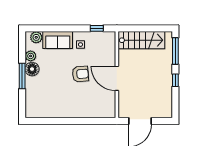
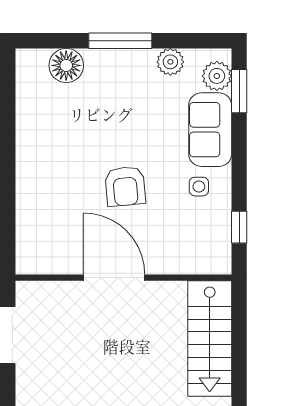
window: (42, 28) -> (239, 91), added
floor lamp: (32, 69) -> (66, 65), moved
door: (117, 78) -> (114, 278), hinge flipped

